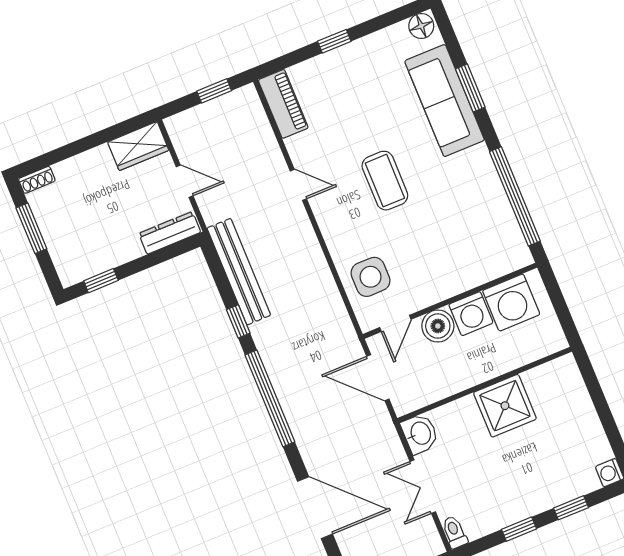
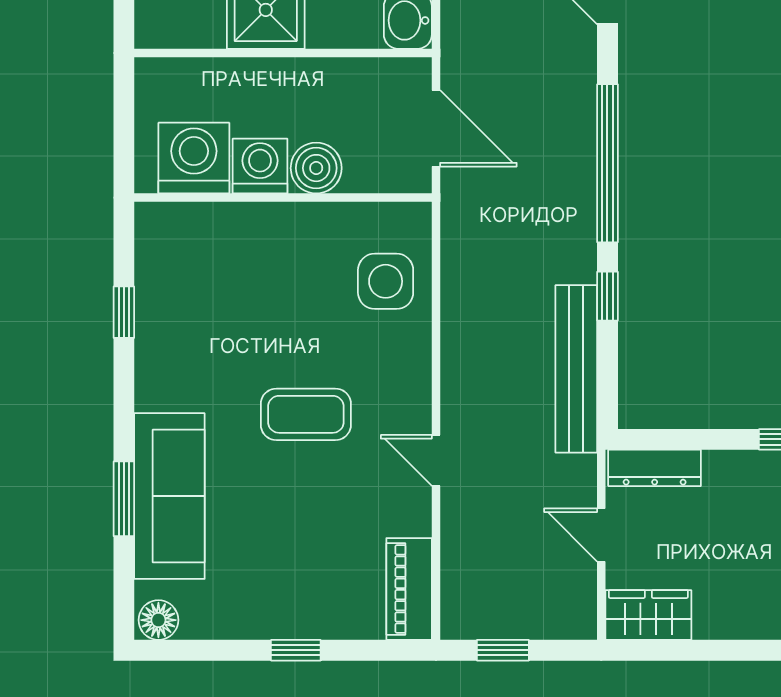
coffee table: (385, 181) -> (306, 414), turned 90
window: (515, 196) -> (124, 312), width x0.32
door: (395, 323) -> (377, 198), removed

